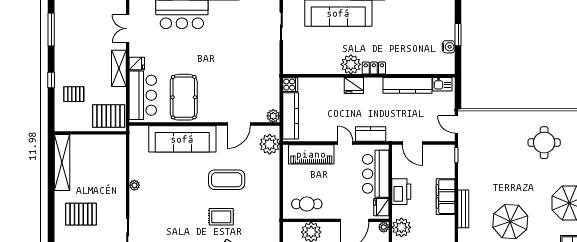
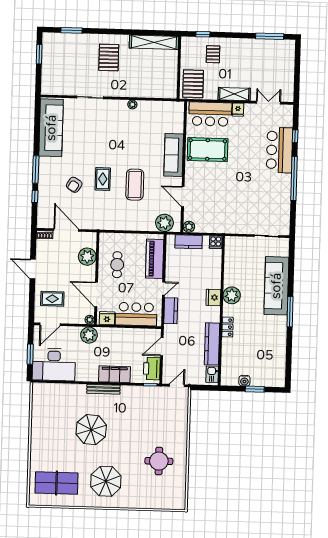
locker: (374, 68) -> (227, 327), moved
window: (51, 80) -> (203, 34), moved
kitchen counter: (291, 116) -> (189, 242), width x0.67
sofa: (182, 139) -> (174, 155), width x0.74, depth x0.79
printer: (401, 192) -> (152, 369), moved, turned 90
cafe table: (307, 204) -> (117, 265), moved

